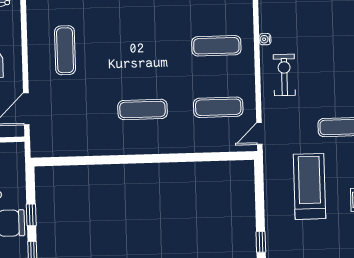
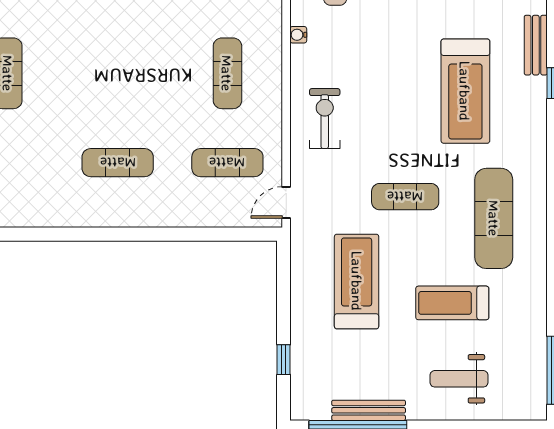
water cooler: (265, 39) -> (298, 35), moved
exercise mat: (216, 46) -> (227, 73), turned 90

